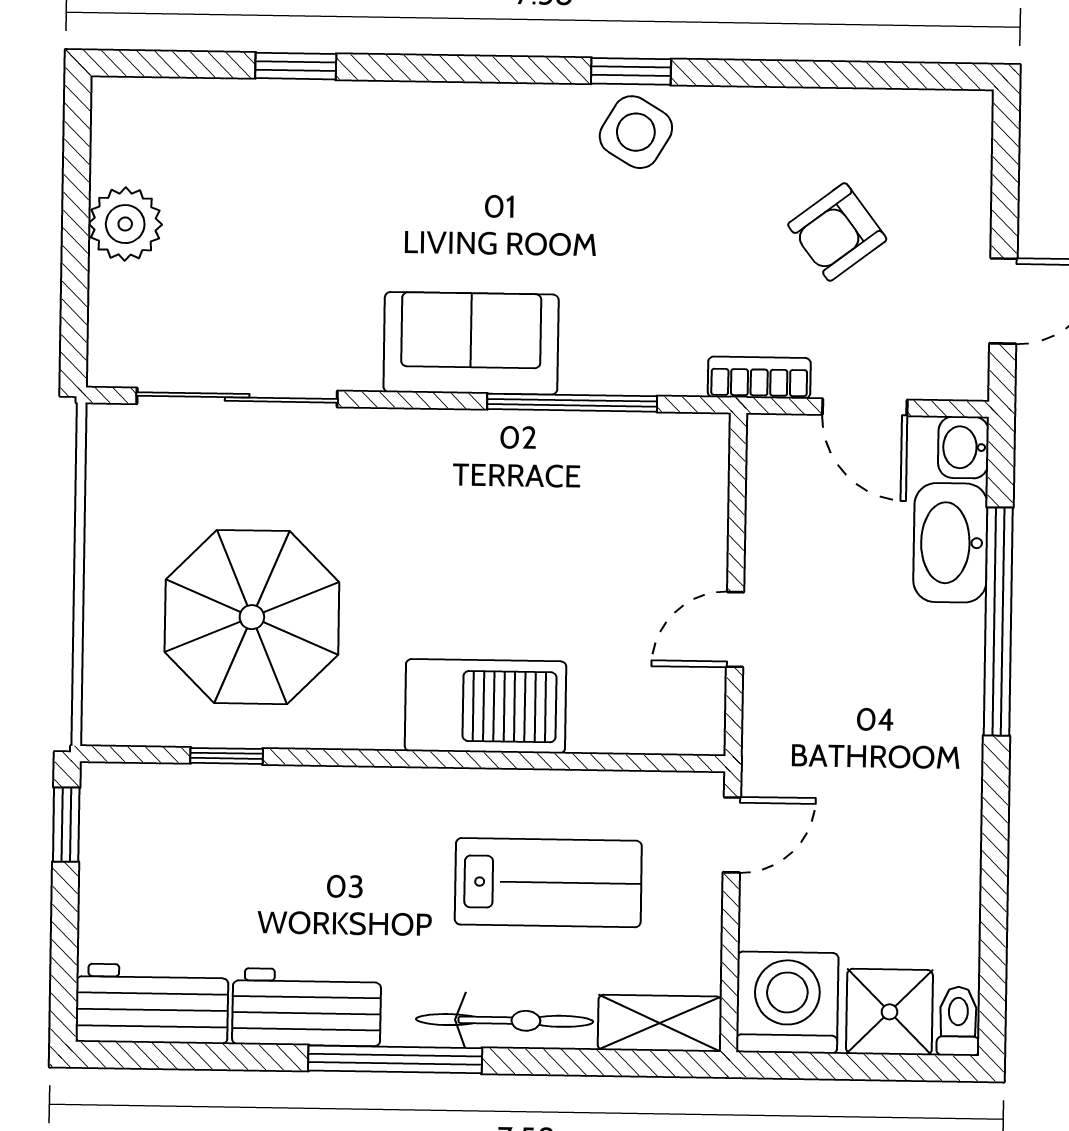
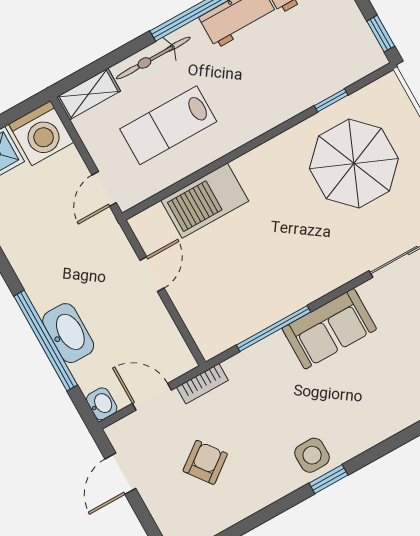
side table: (636, 132) -> (312, 455), turned -32
washbasin: (950, 543) -> (68, 333), moved
barbecue: (485, 706) -> (205, 201), moved

